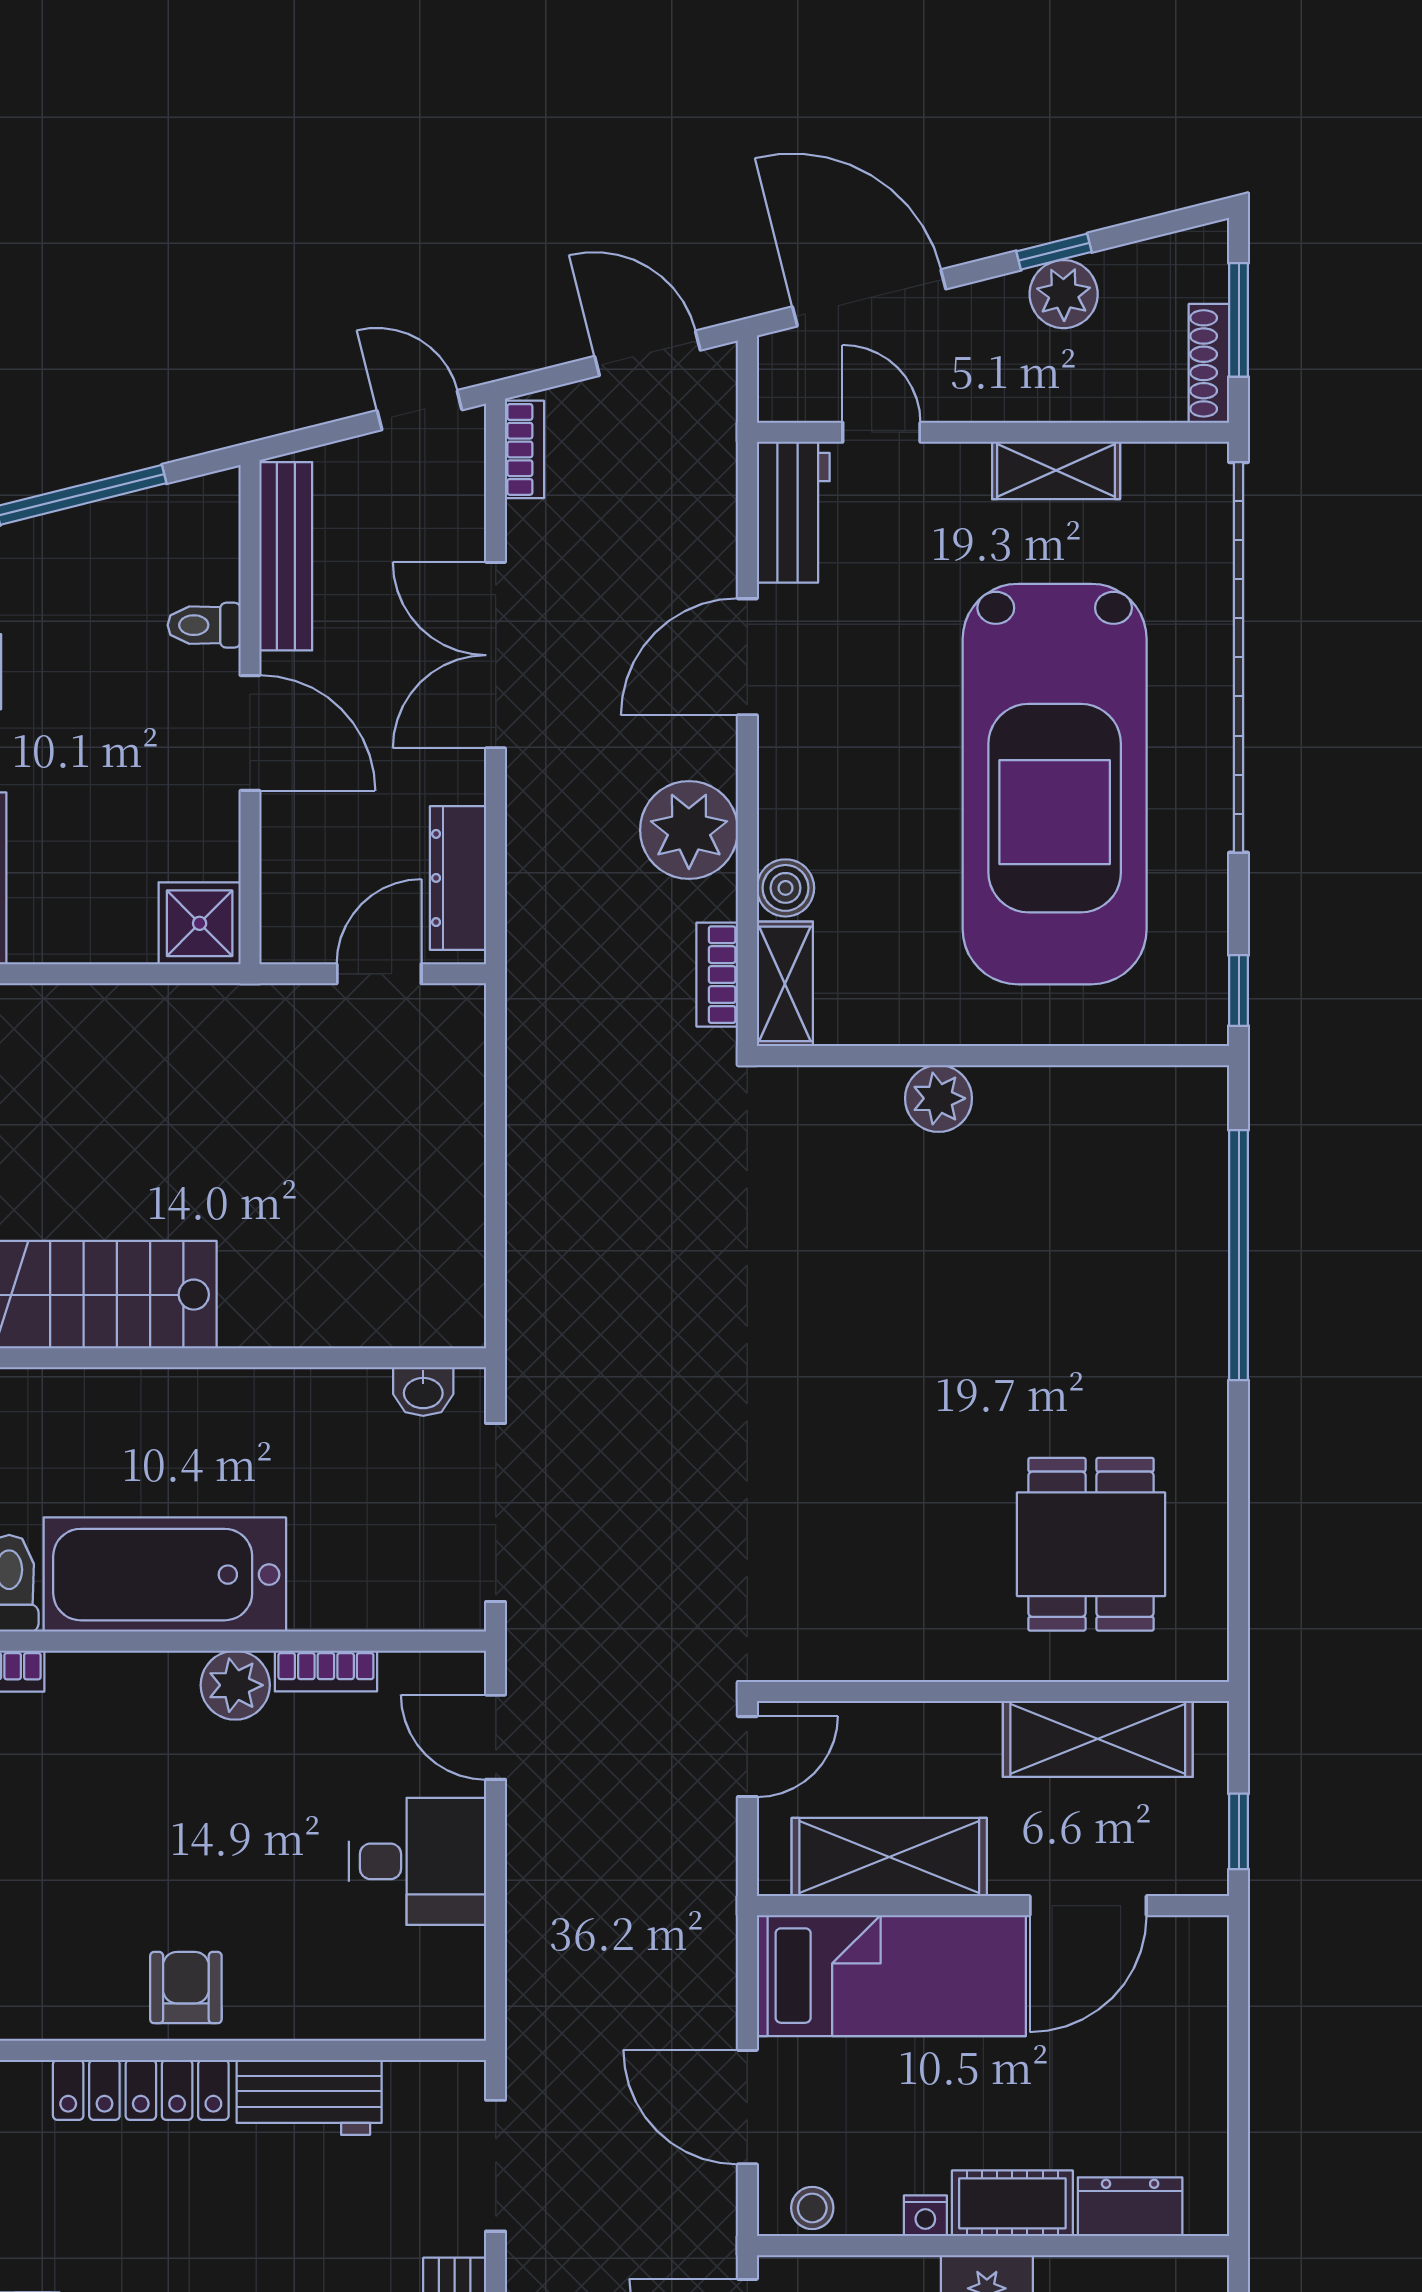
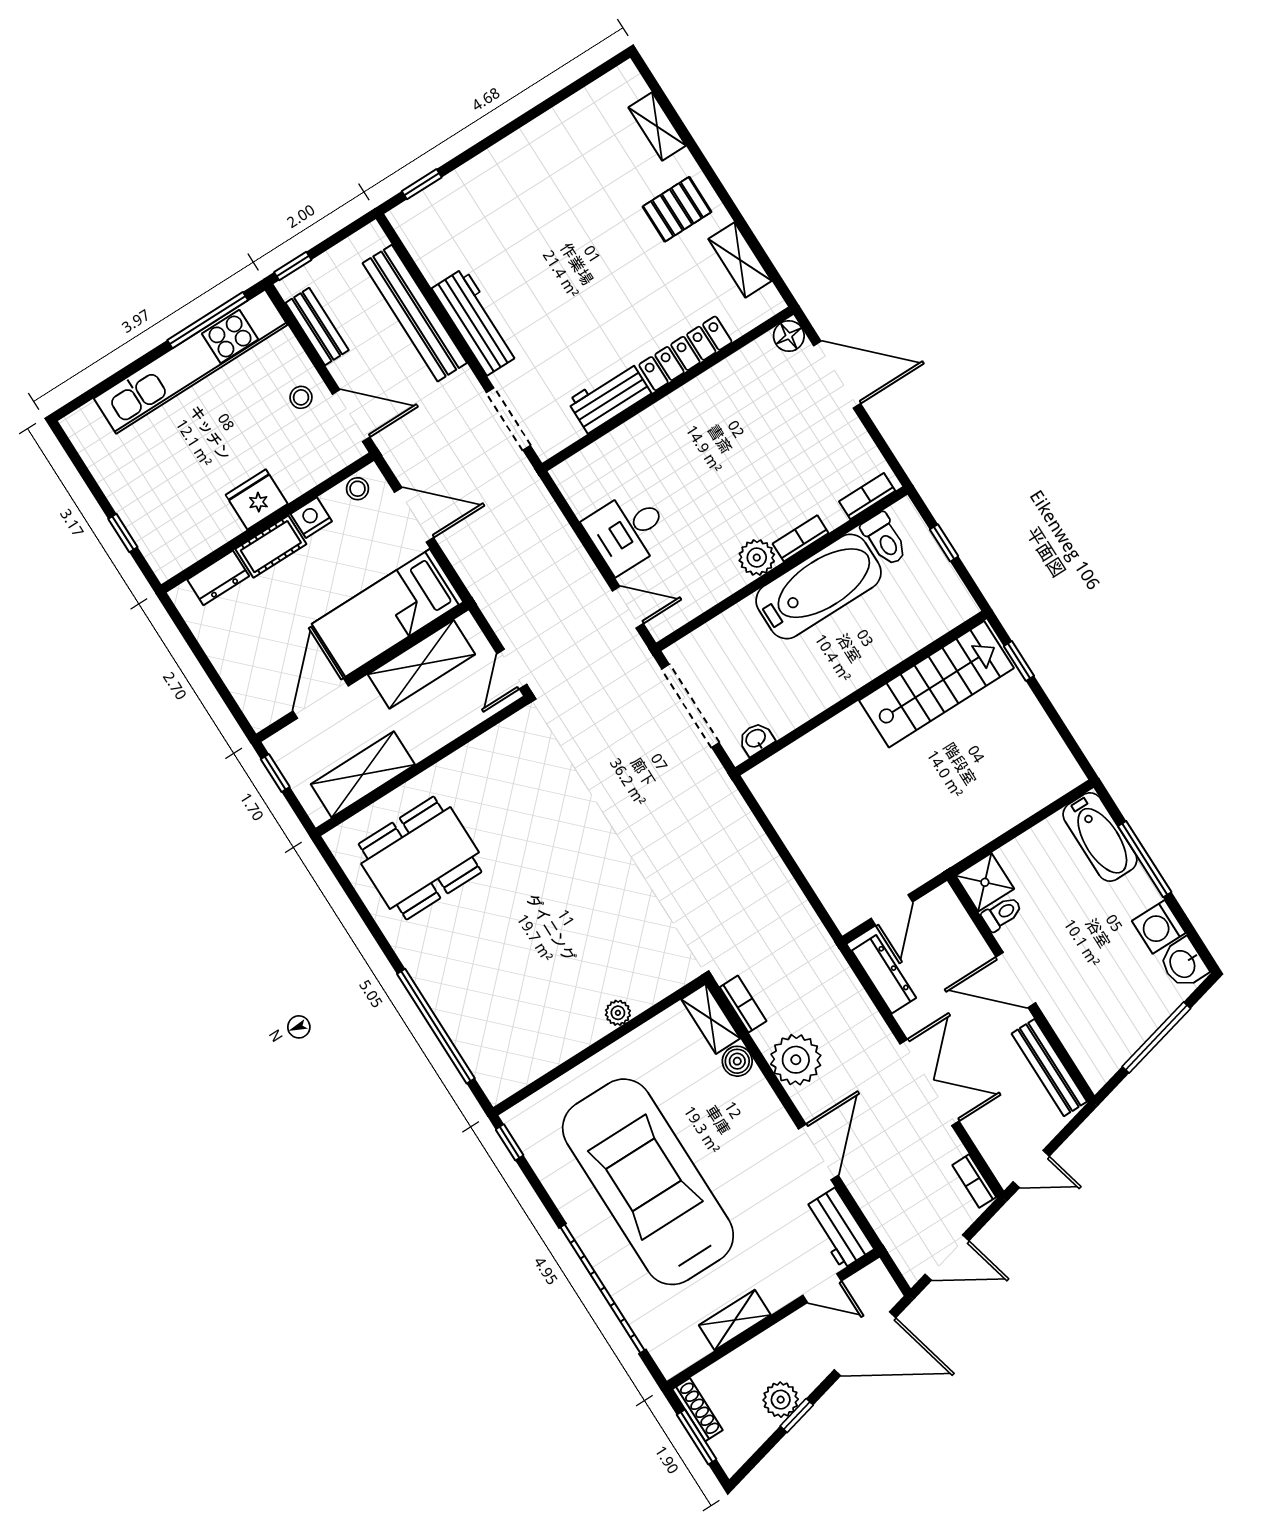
toilet: (204, 625) -> (1002, 914), moved
garage door: (1239, 657) -> (603, 1289), width x0.73
plant: (939, 1098) -> (618, 1013), width x0.73, depth x0.73
dining table: (1091, 1544) -> (420, 858), width x1.38
bookcase: (326, 1671) -> (801, 538), moved
armchair: (186, 1988) -> (694, 411), removed
nightstand: (925, 2216) -> (311, 518), width x1.39, depth x1.35

